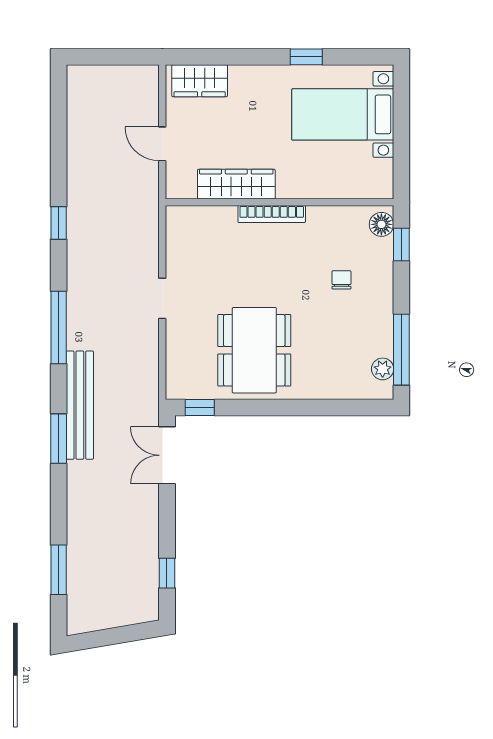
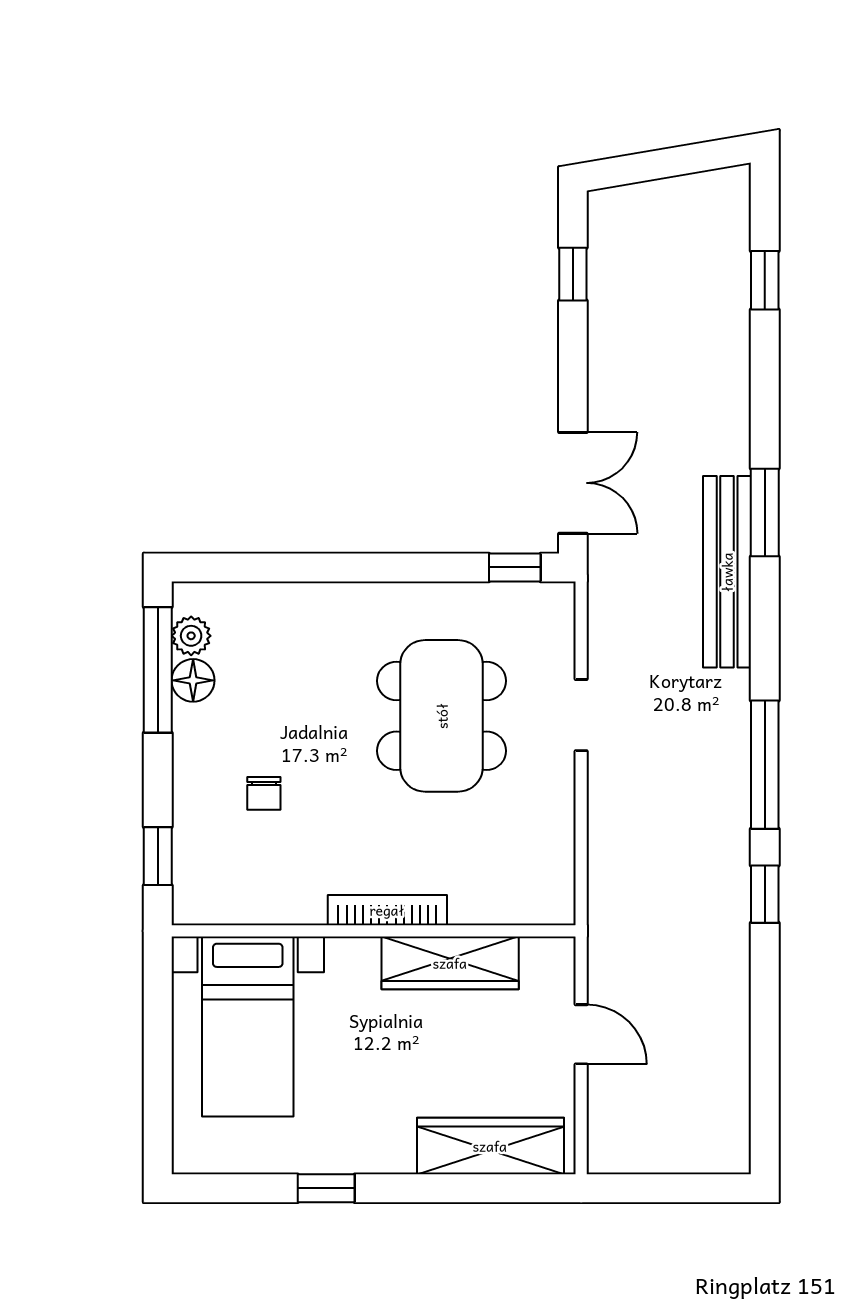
wardrobe: (200, 81) -> (490, 1146), width x1.50
bed with nightstands: (343, 114) -> (248, 1026), moved, turned 90
floor lamp: (381, 224) -> (193, 680), moved
doorway: (162, 298) -> (581, 715), moved
window: (59, 327) -> (765, 765), moved
dining table: (254, 350) -> (442, 716), moved
window: (59, 570) -> (765, 280), width x0.67

